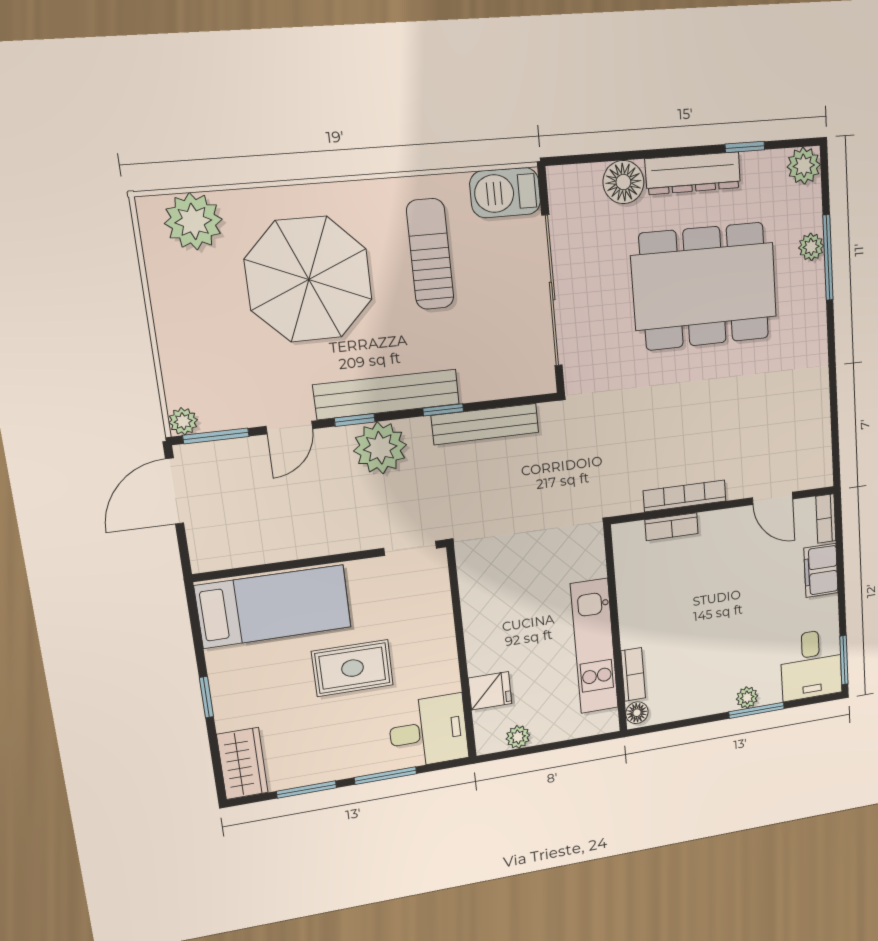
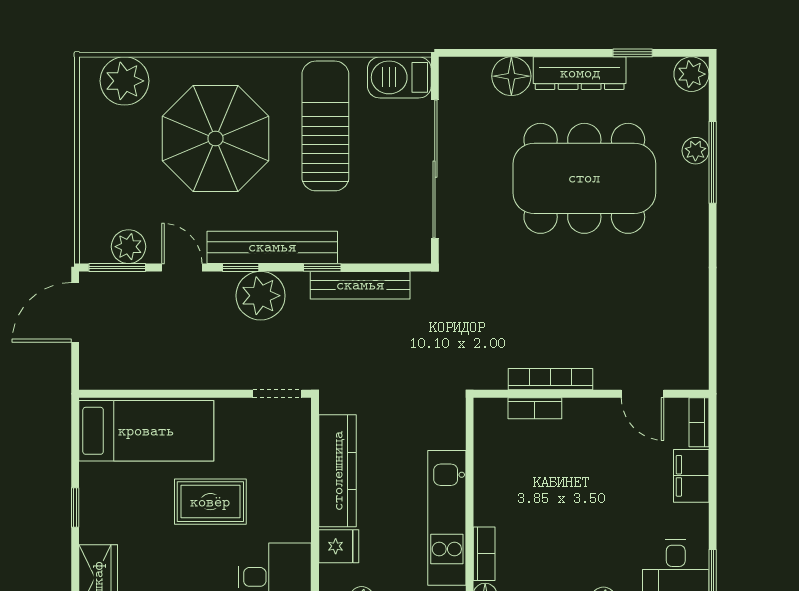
sun lounger: (430, 254) -> (325, 126), width x1.36, depth x1.34
plant: (183, 421) -> (128, 247), moved, width x1.38, depth x1.38
door: (289, 428) -> (182, 267), swing flipped
kitchen counter: (481, 617) -> (338, 471), added

